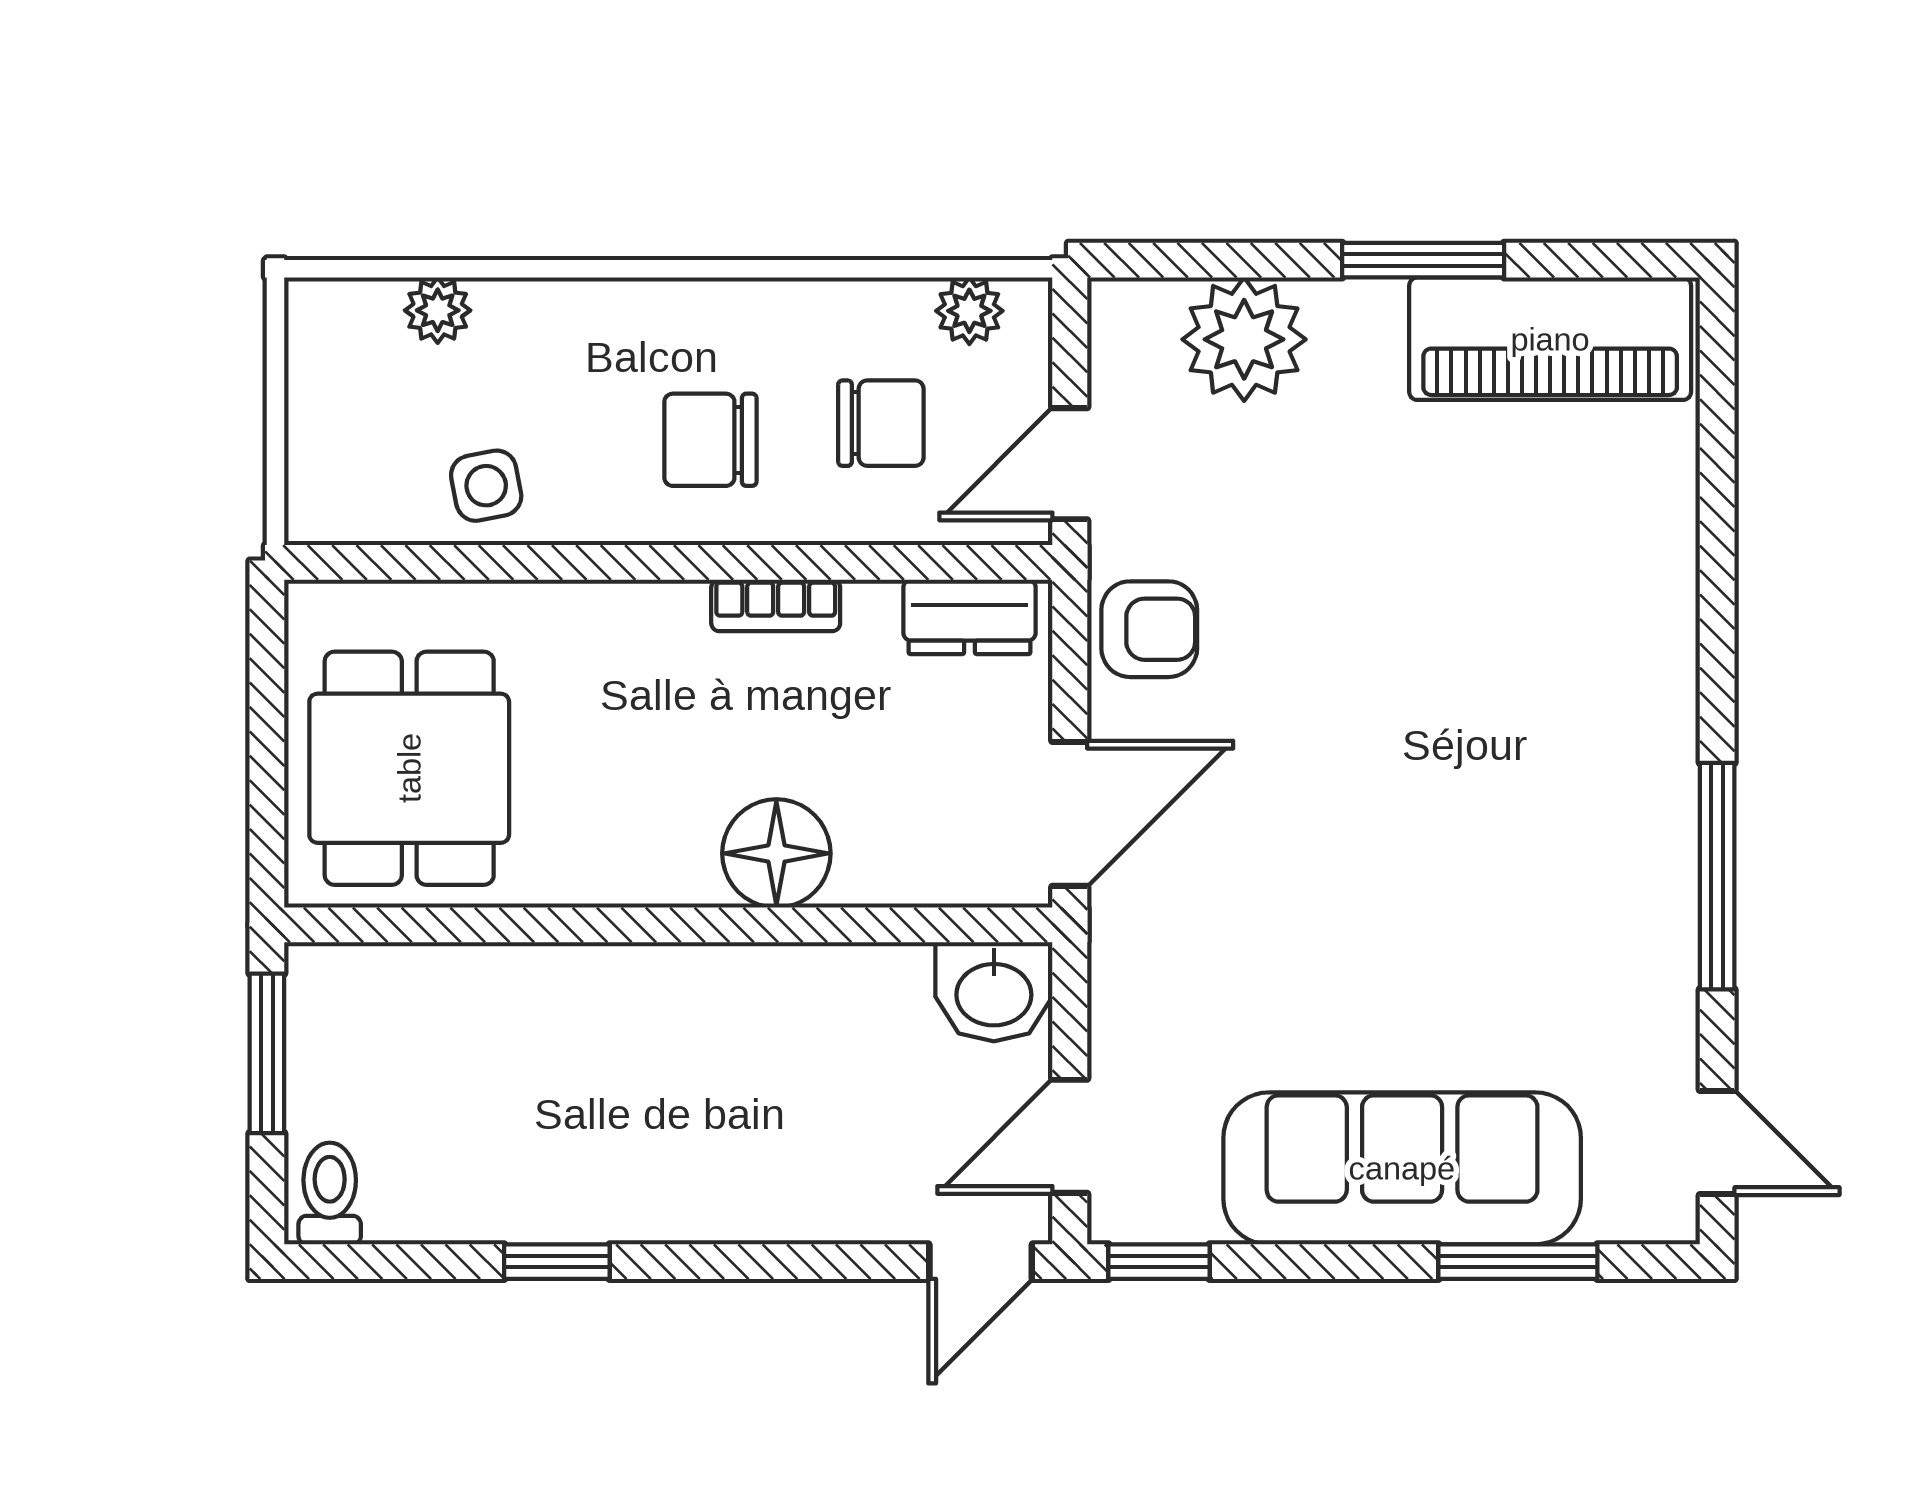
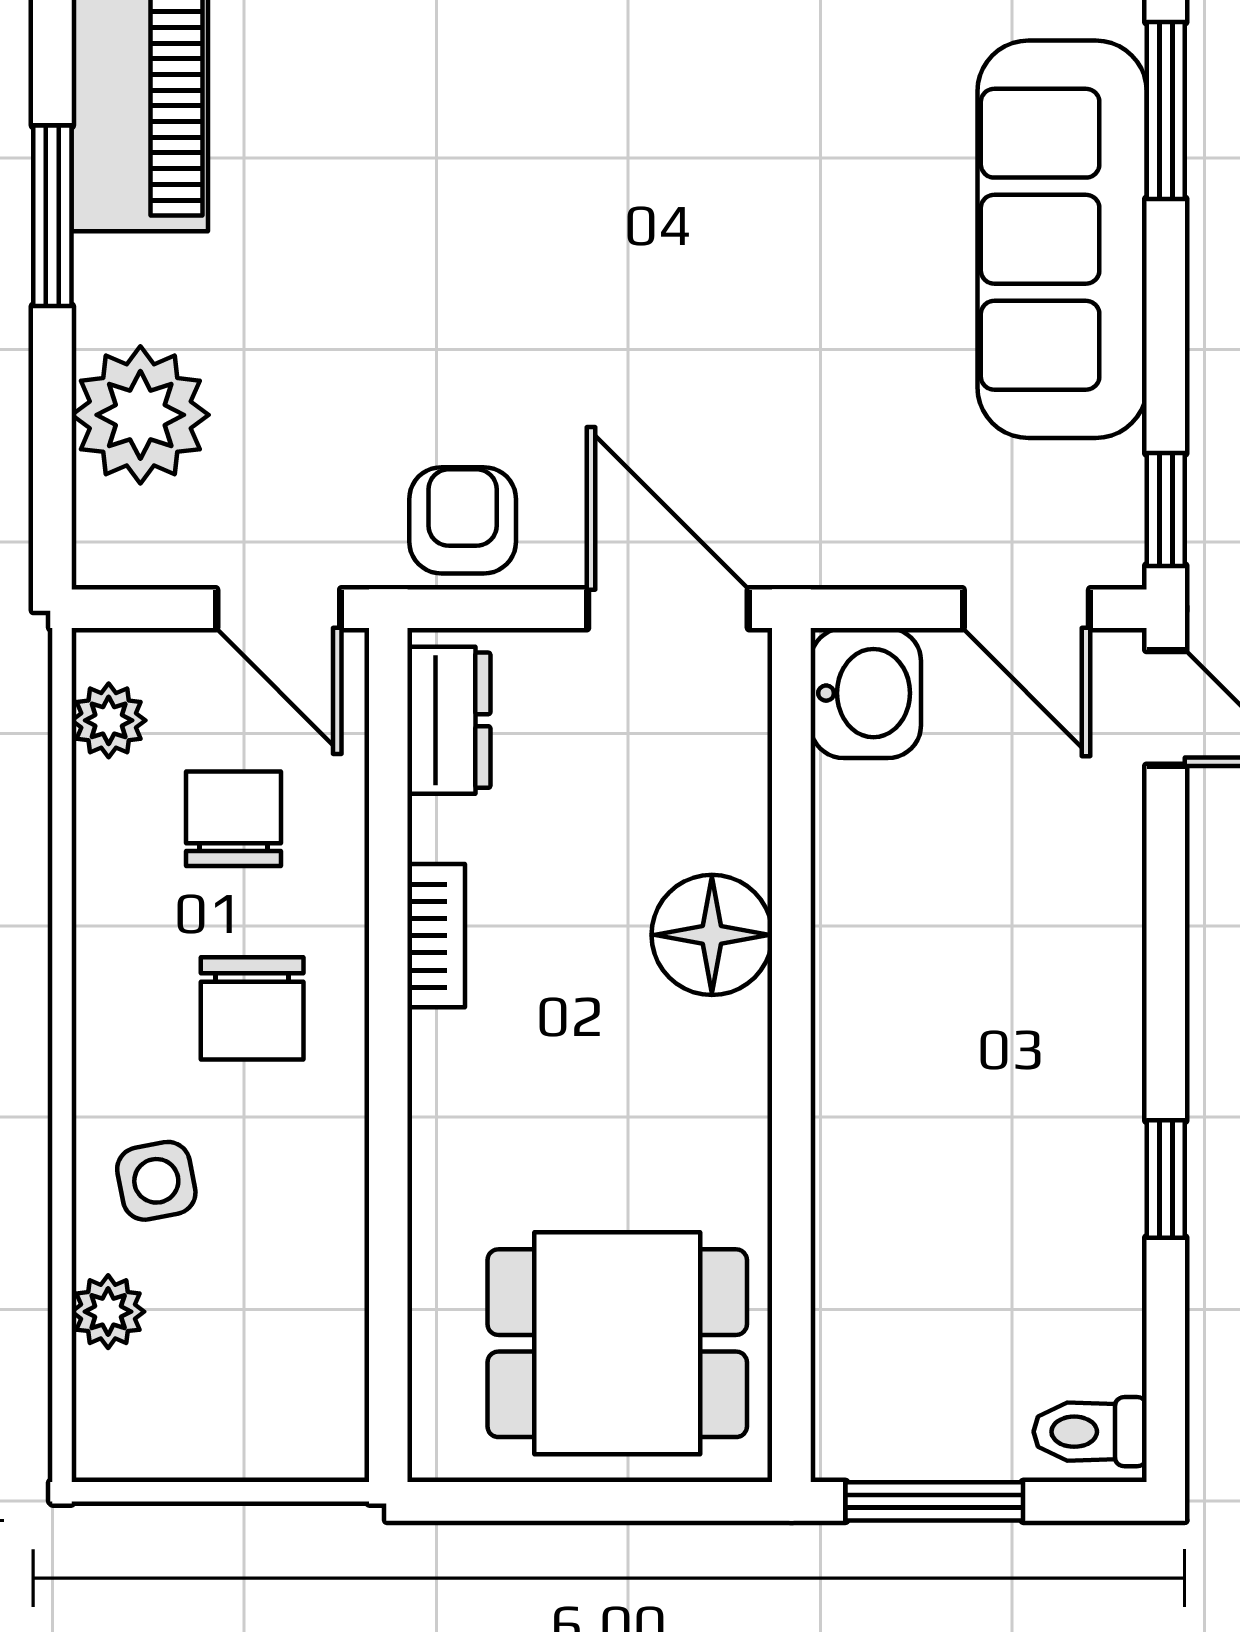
side table: (486, 486) -> (156, 1181), moved

